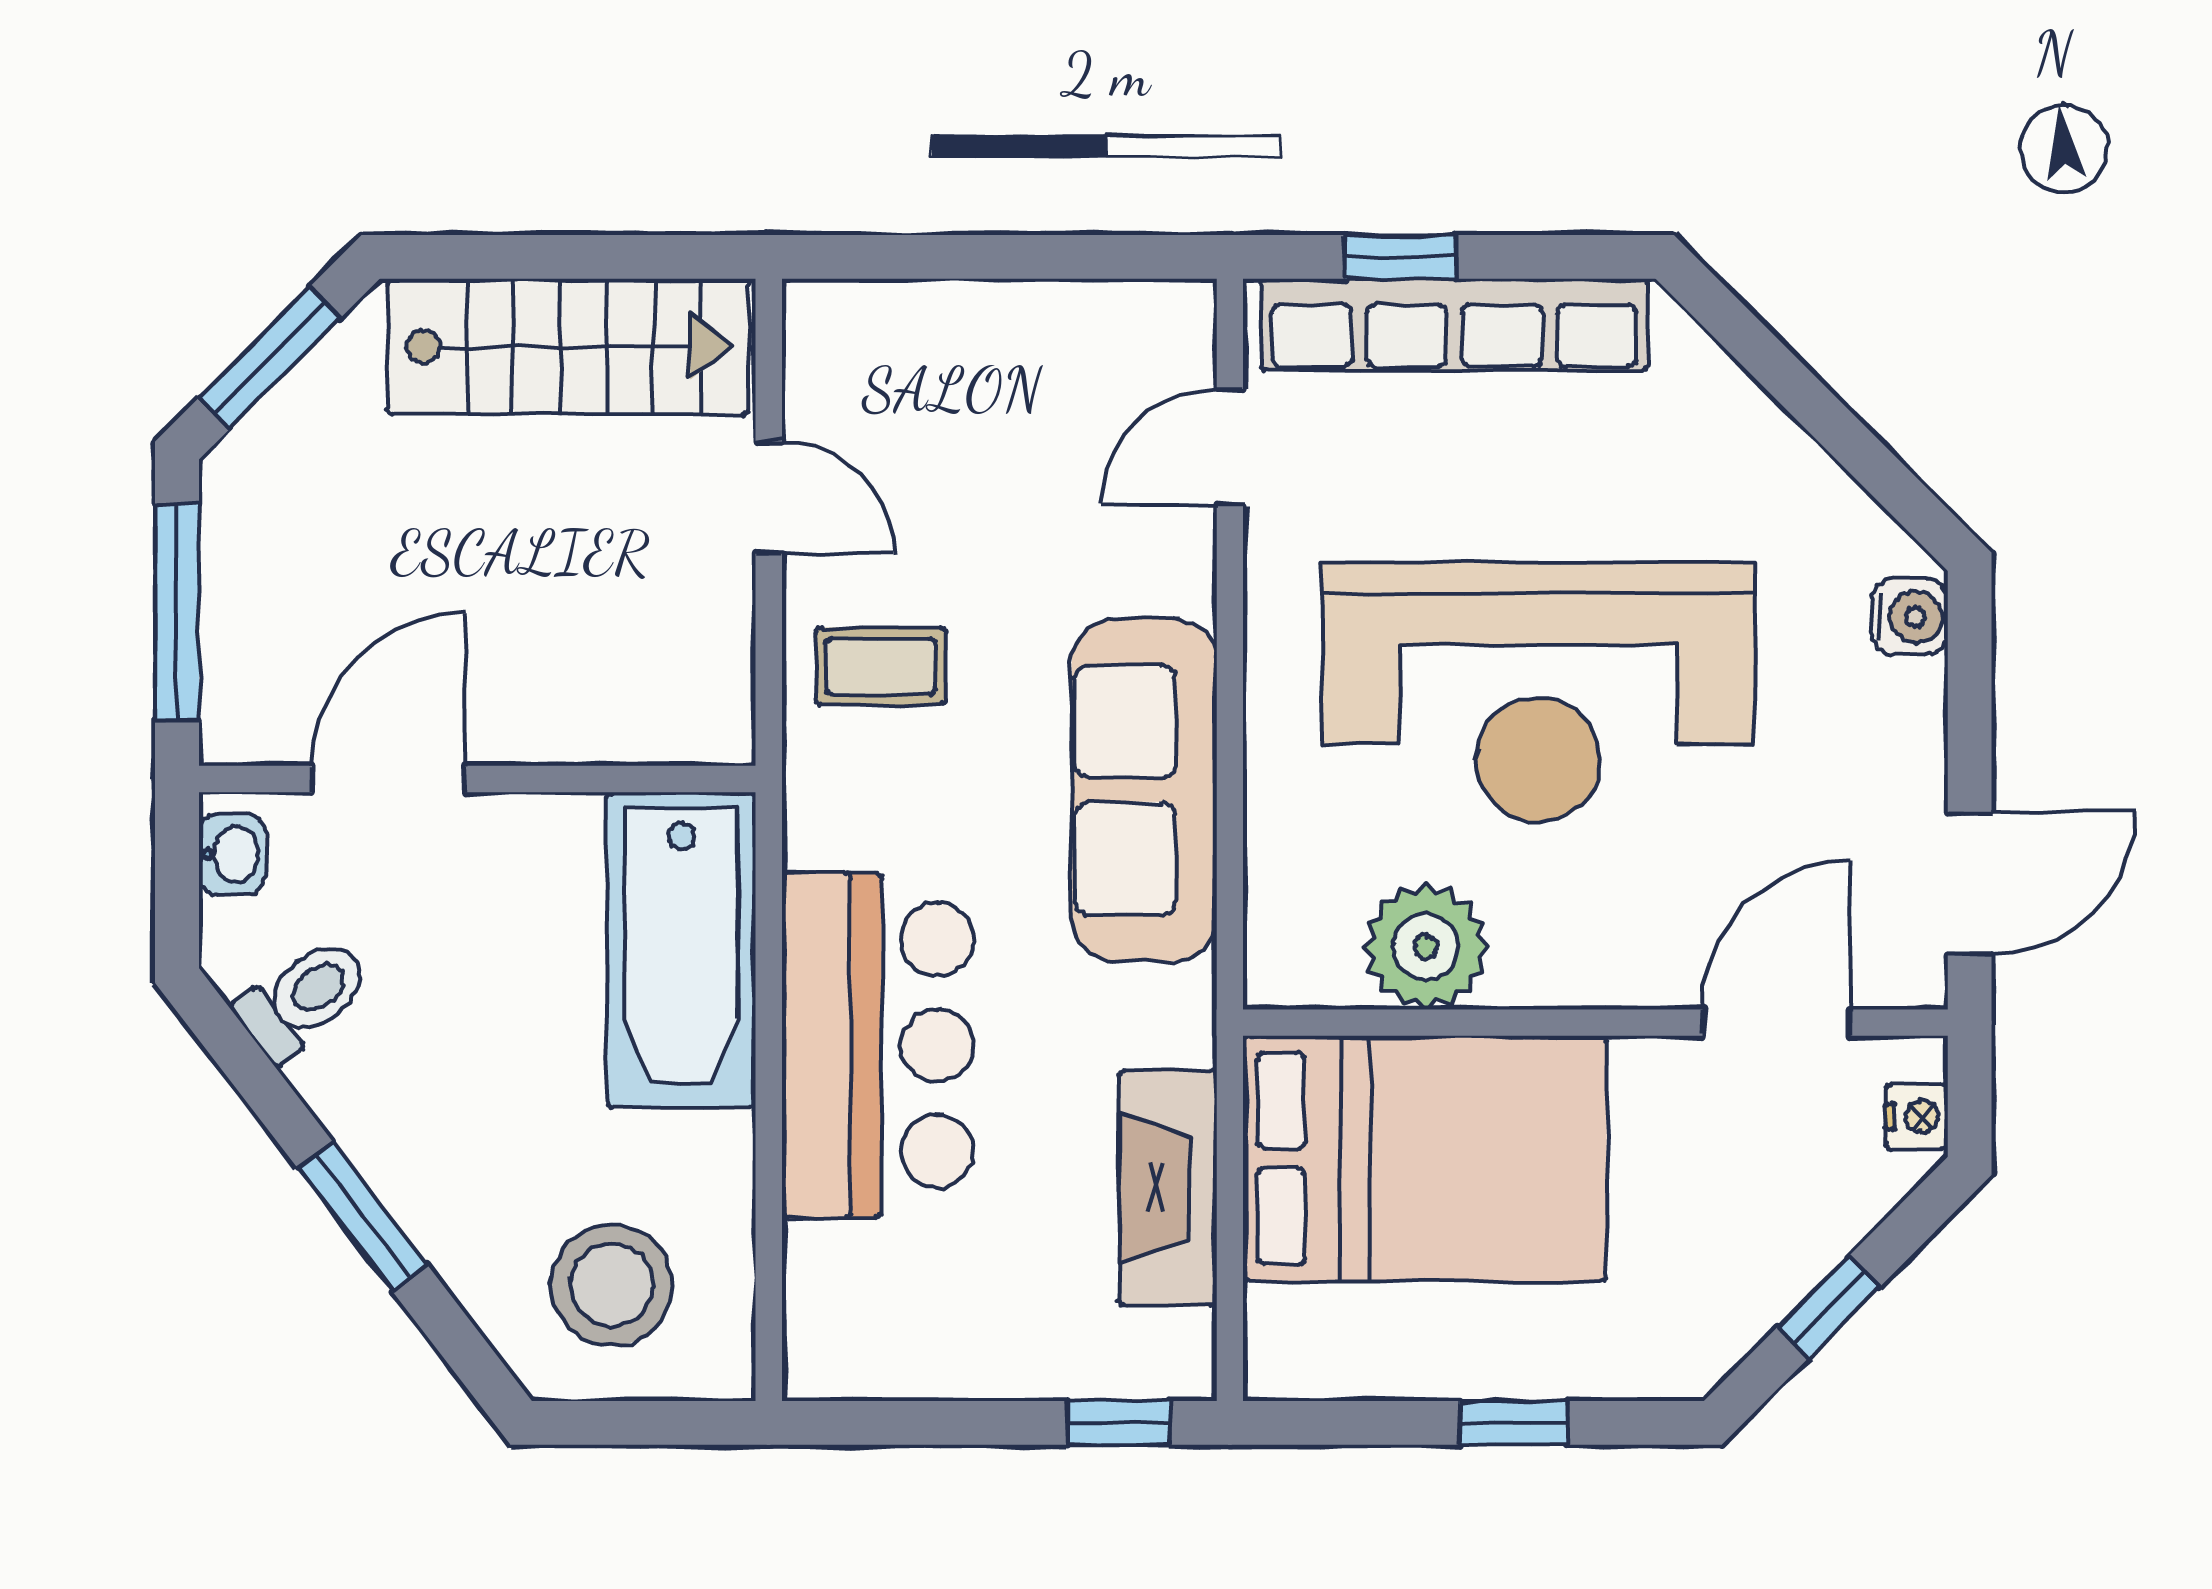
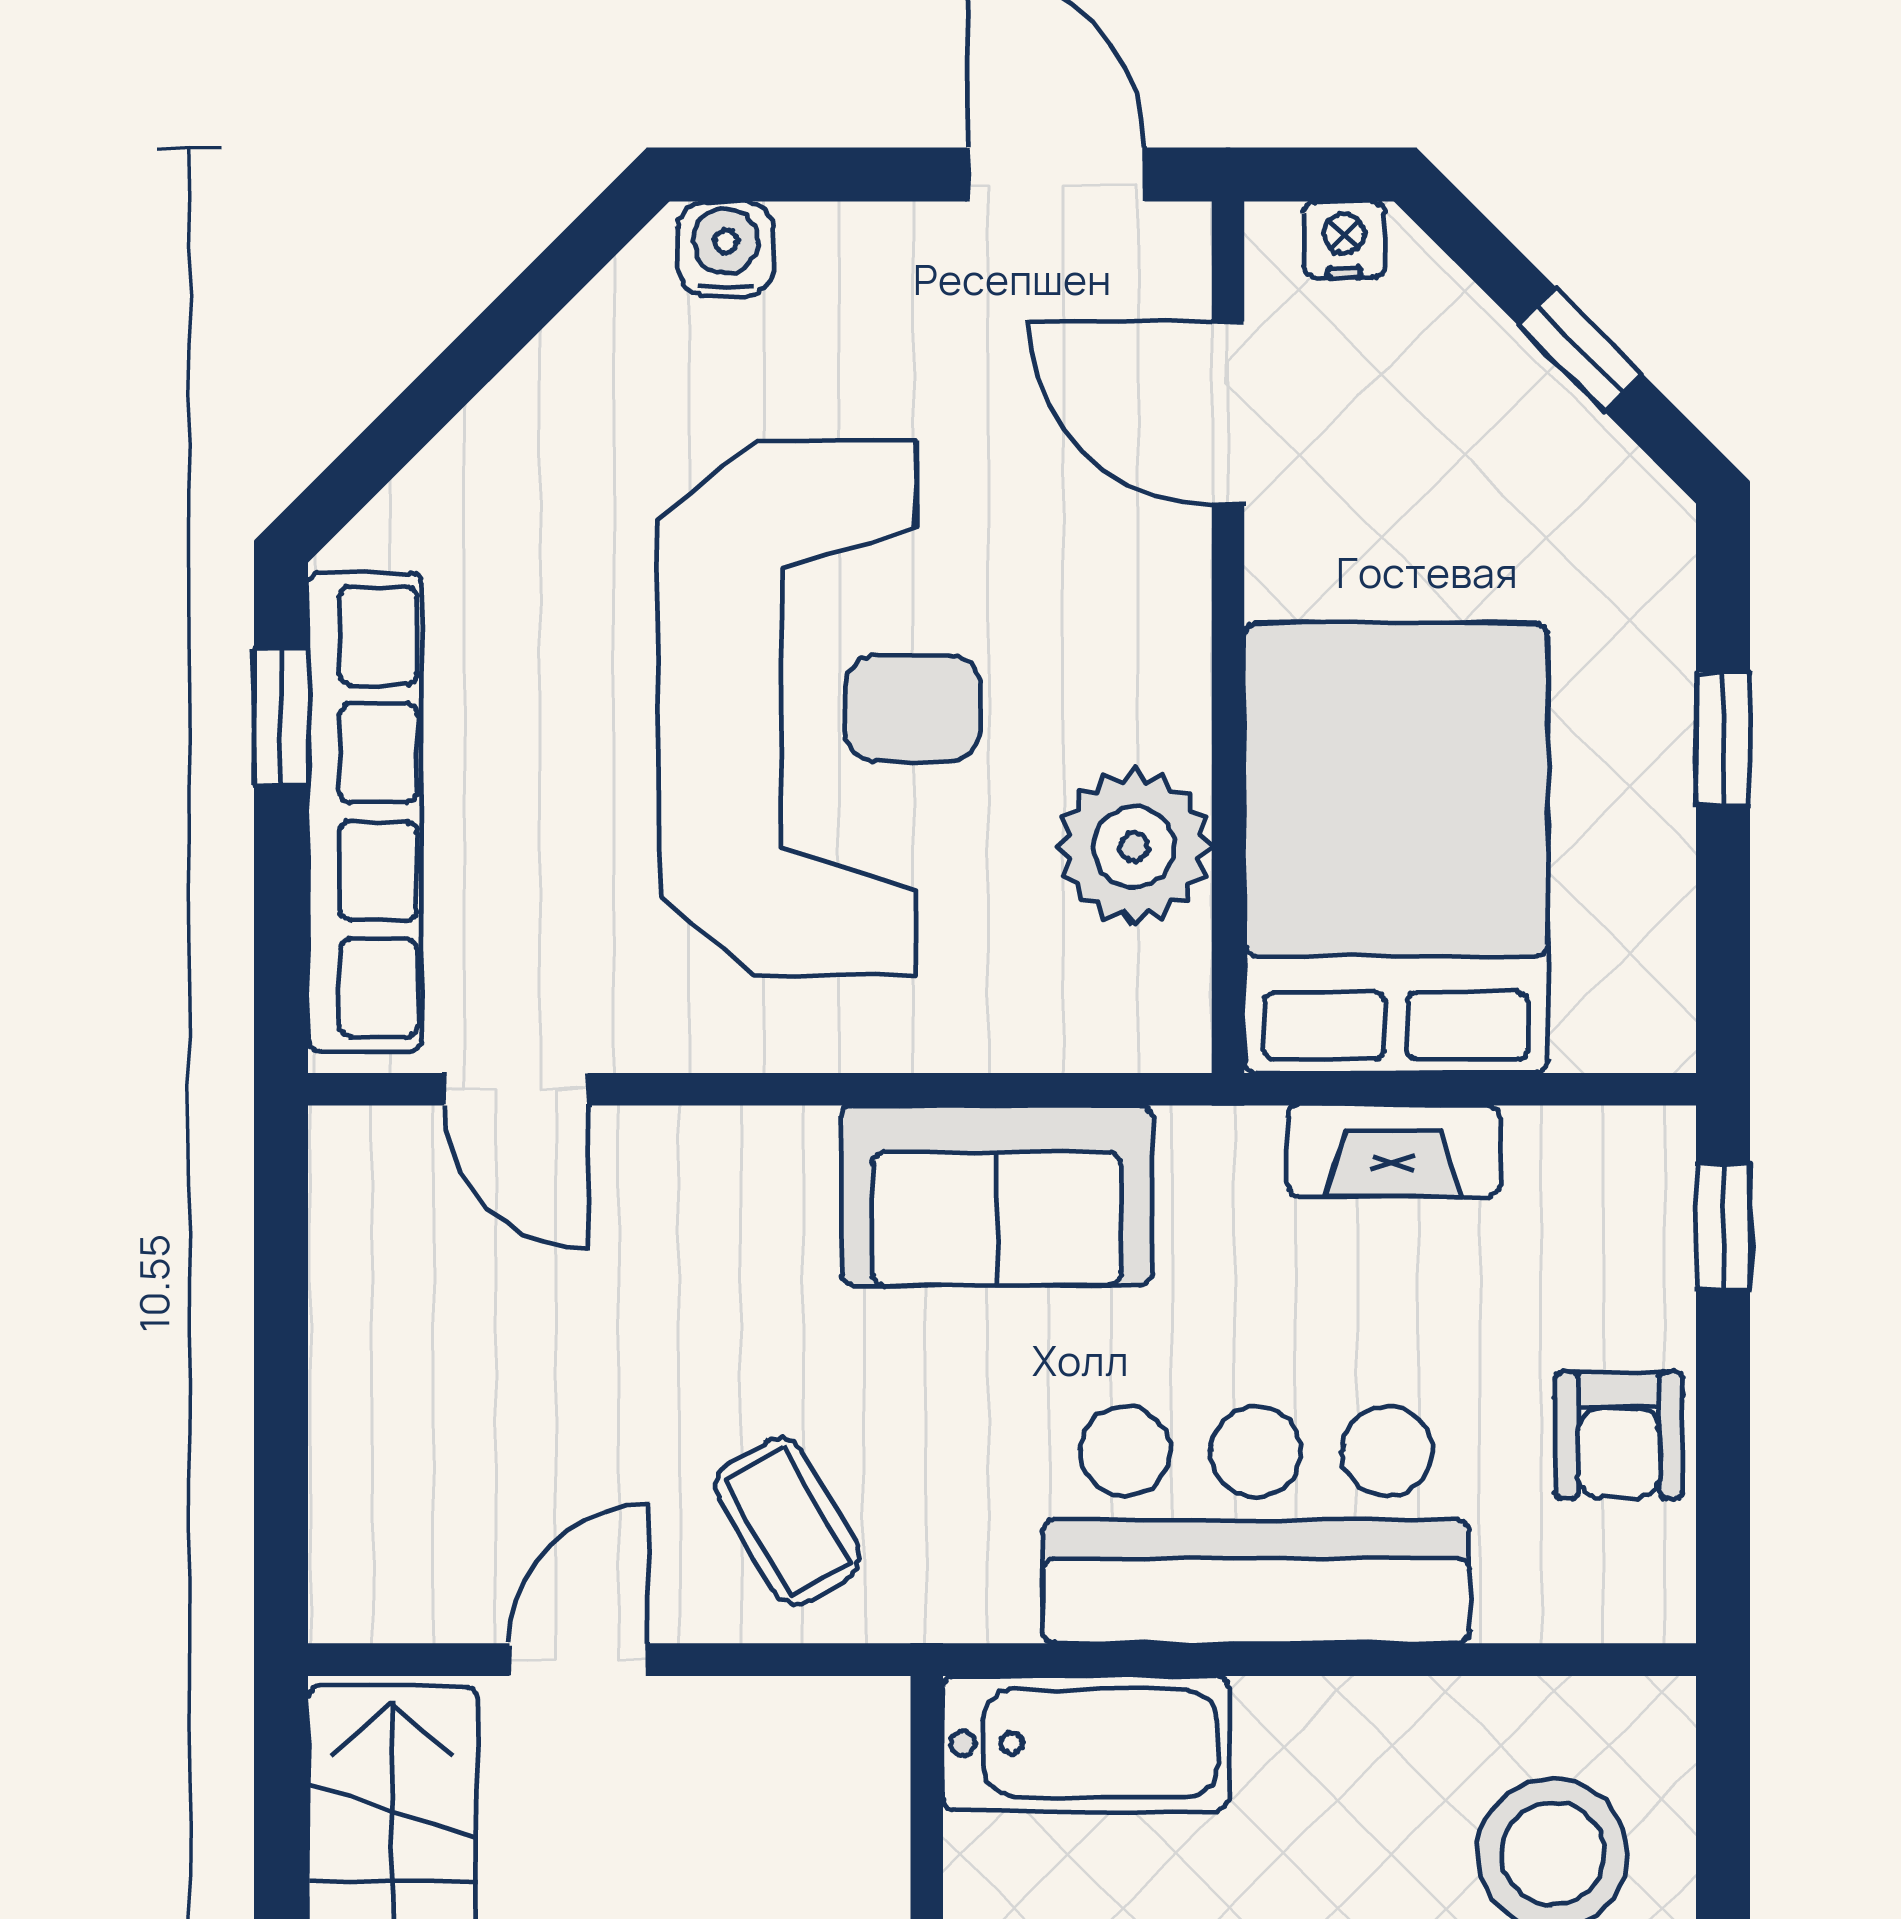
window: (1400, 257) -> (281, 717), moved
coffee table: (881, 666) -> (787, 1521), turned -30
sofa: (1144, 790) -> (997, 1195), width x0.73
bathtub: (681, 950) -> (1086, 1743), width x0.73, depth x0.73
fireplace: (1168, 1188) -> (1393, 1151), width x0.73, depth x0.76
armchair: (950, 1339) -> (1619, 1435), added

